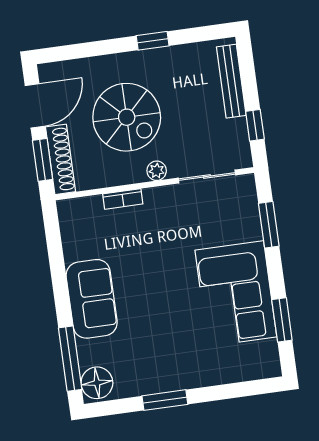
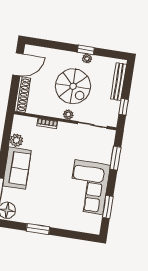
plant: (160, 56) -> (87, 59), added
spiral stairs: (127, 117) -> (73, 86), moved
window: (43, 160) -> (14, 92), removed
plant: (75, 248) -> (16, 140), added

